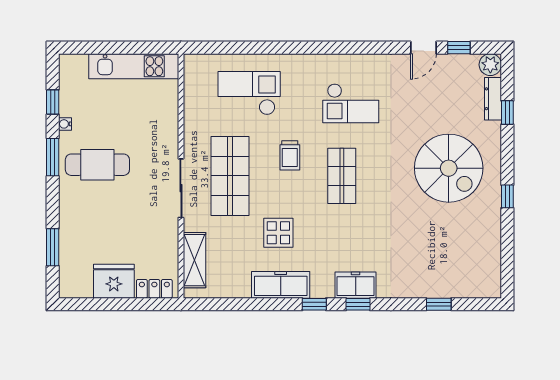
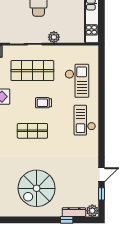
door: (423, 48) -> (101, 175), swing flipped
checkout: (351, 103) -> (85, 120), moved
plant: (168, 136) -> (54, 37), added
window: (507, 196) -> (21, 220), removed

